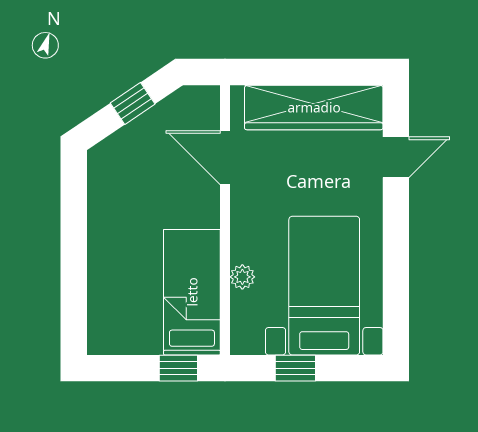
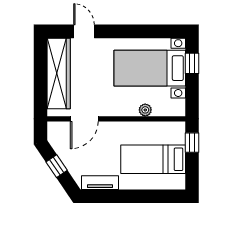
tv unit: (100, 188) -> (100, 183), added
bed: (192, 292) -> (153, 159), moved
window: (295, 368) -> (192, 63), moved

